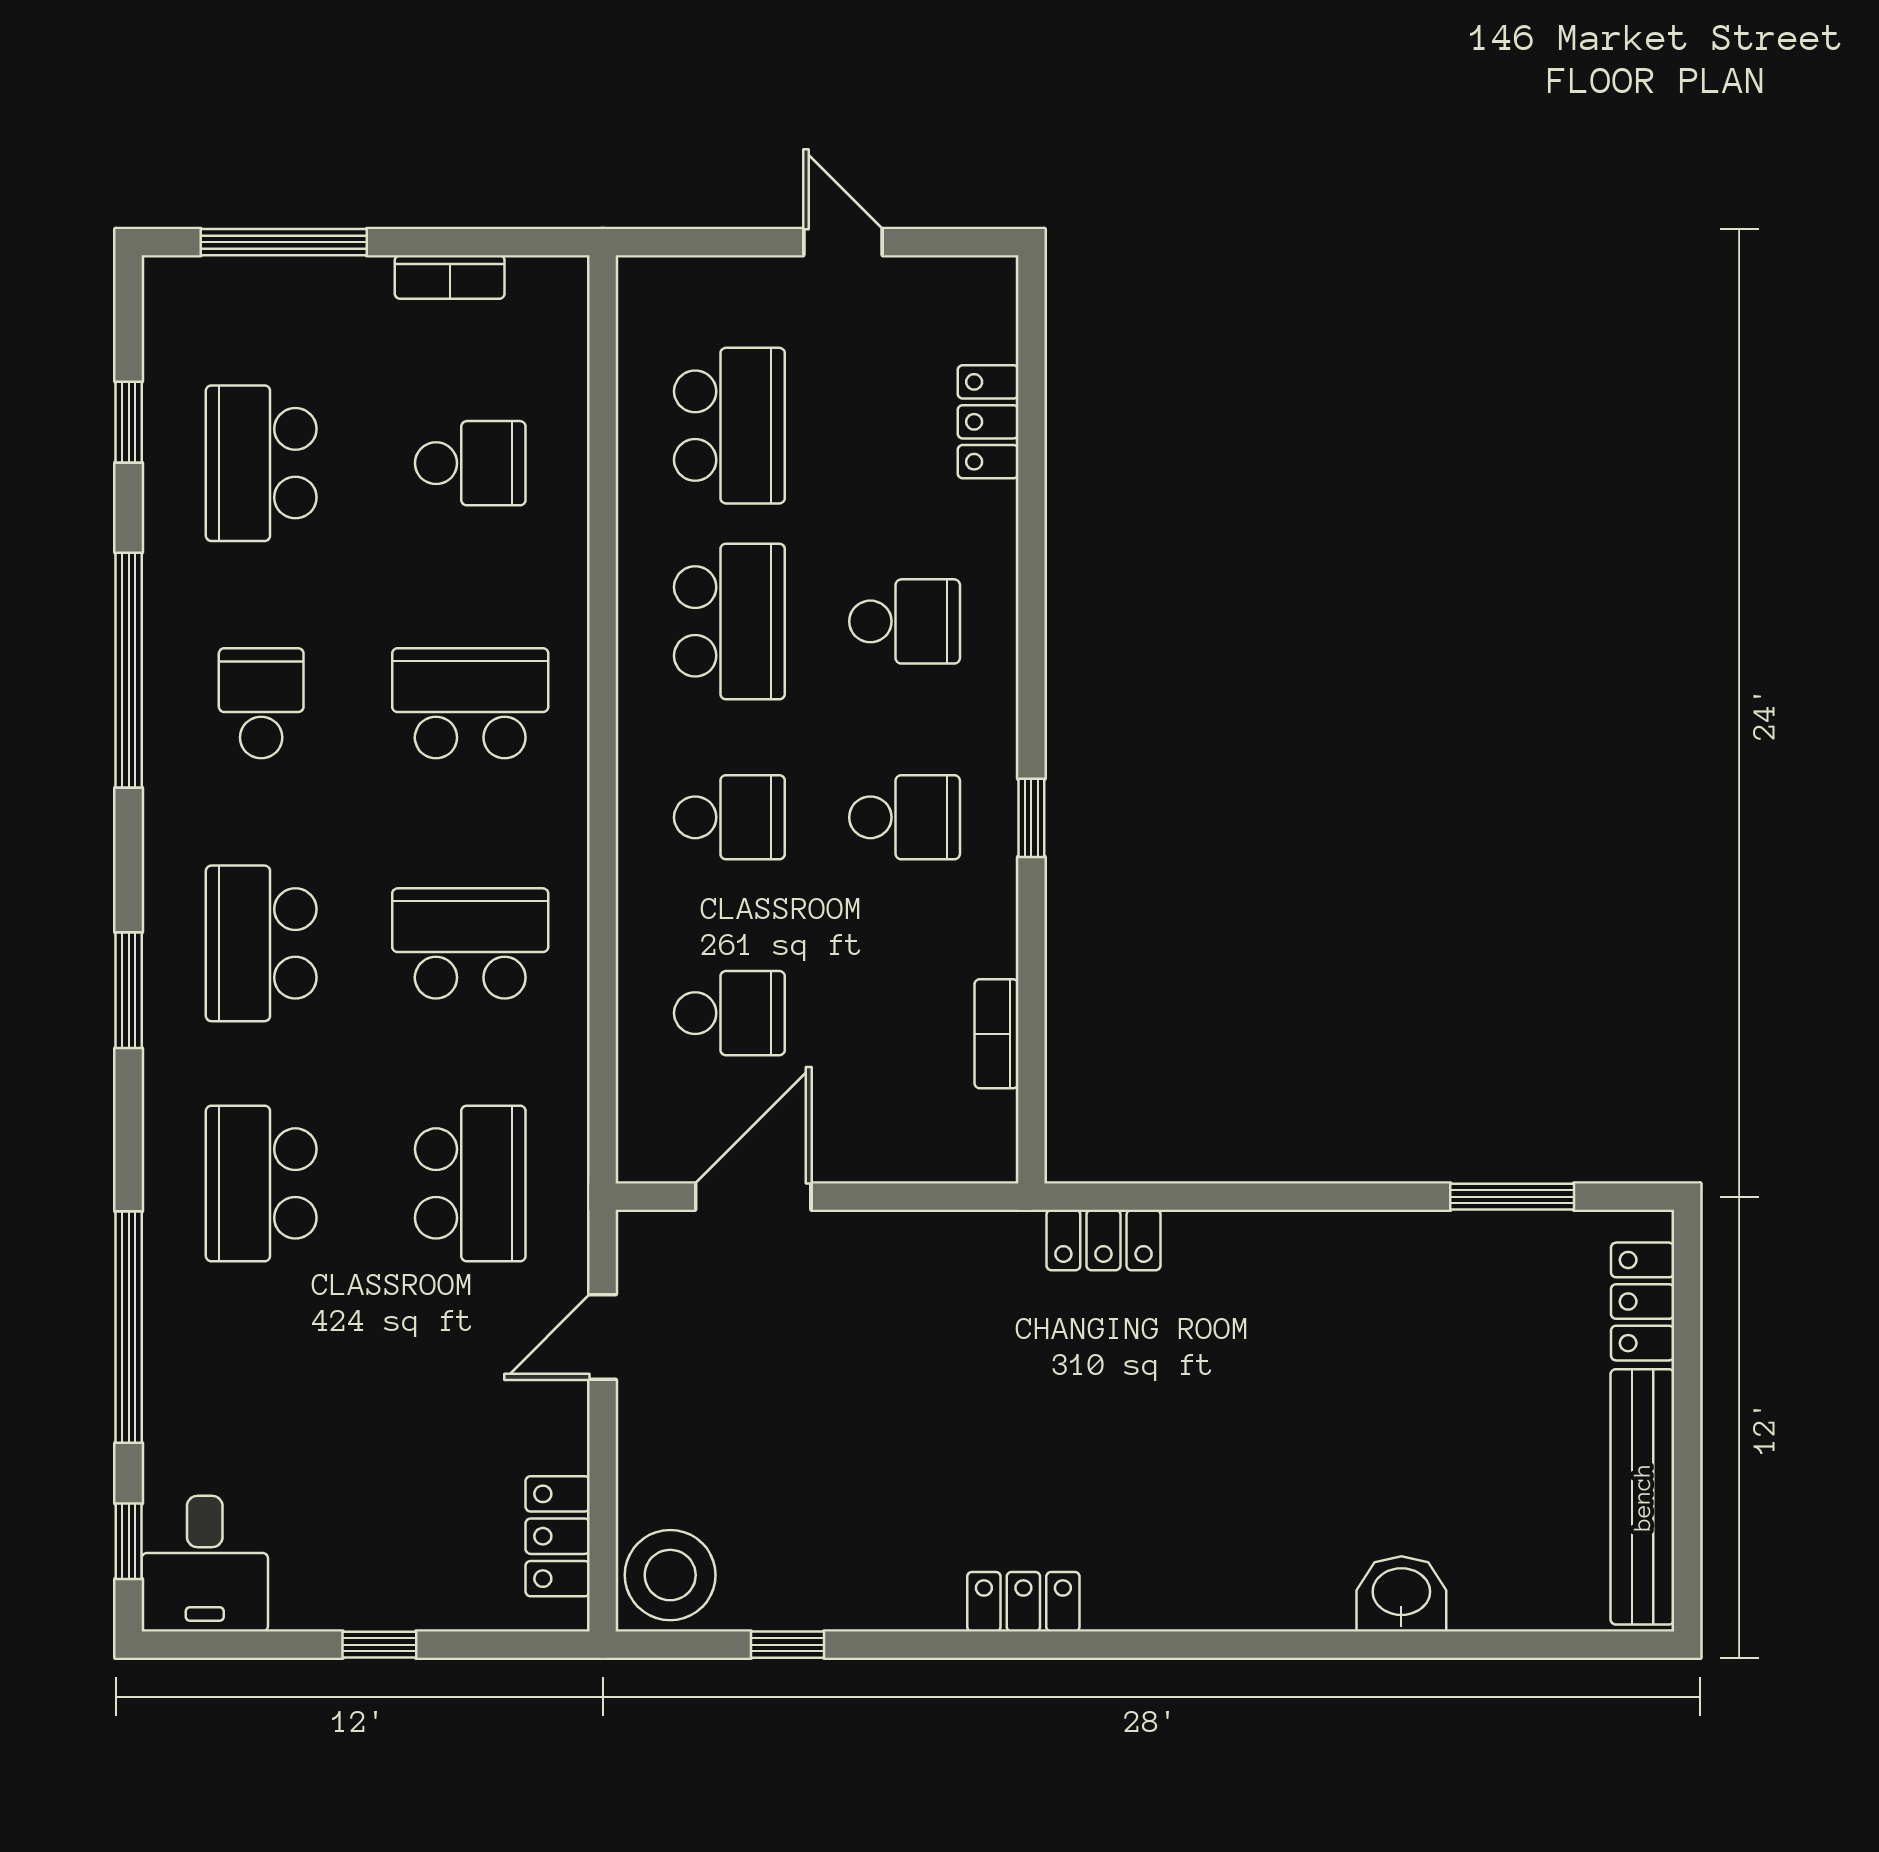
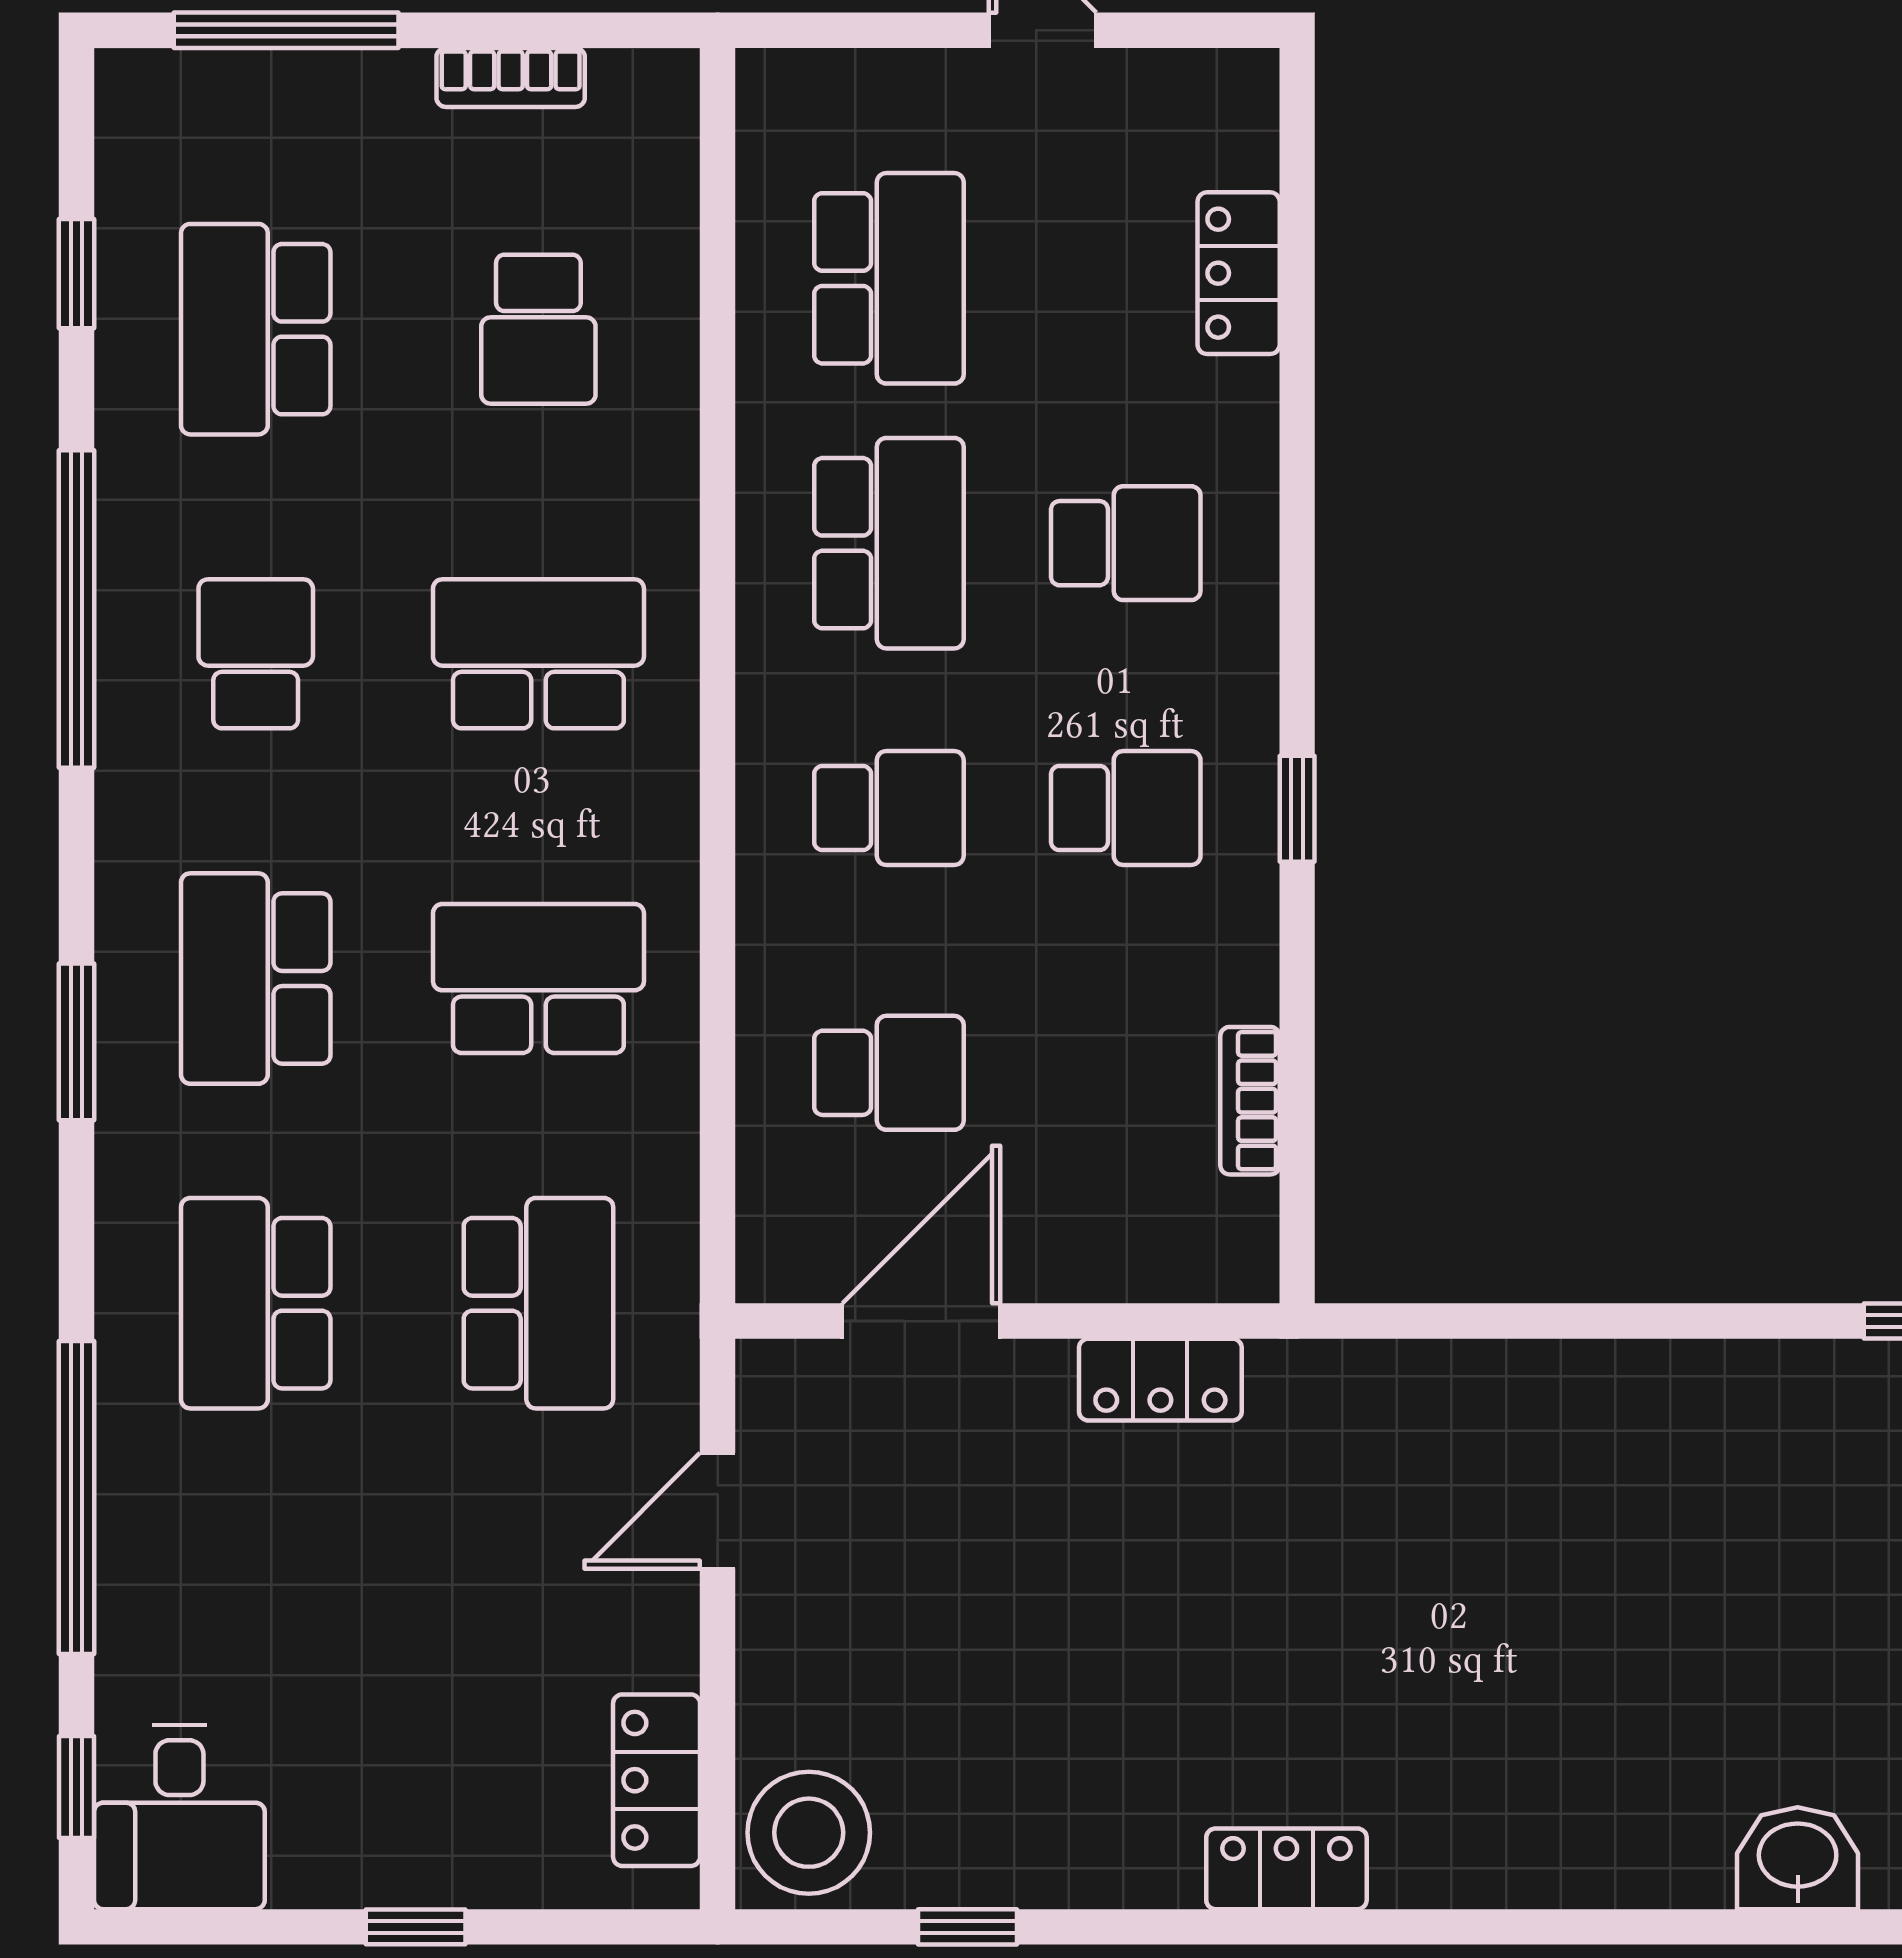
school desk: (470, 463) -> (538, 329), turned 90
locker: (1103, 1240) -> (1160, 1380), moved

